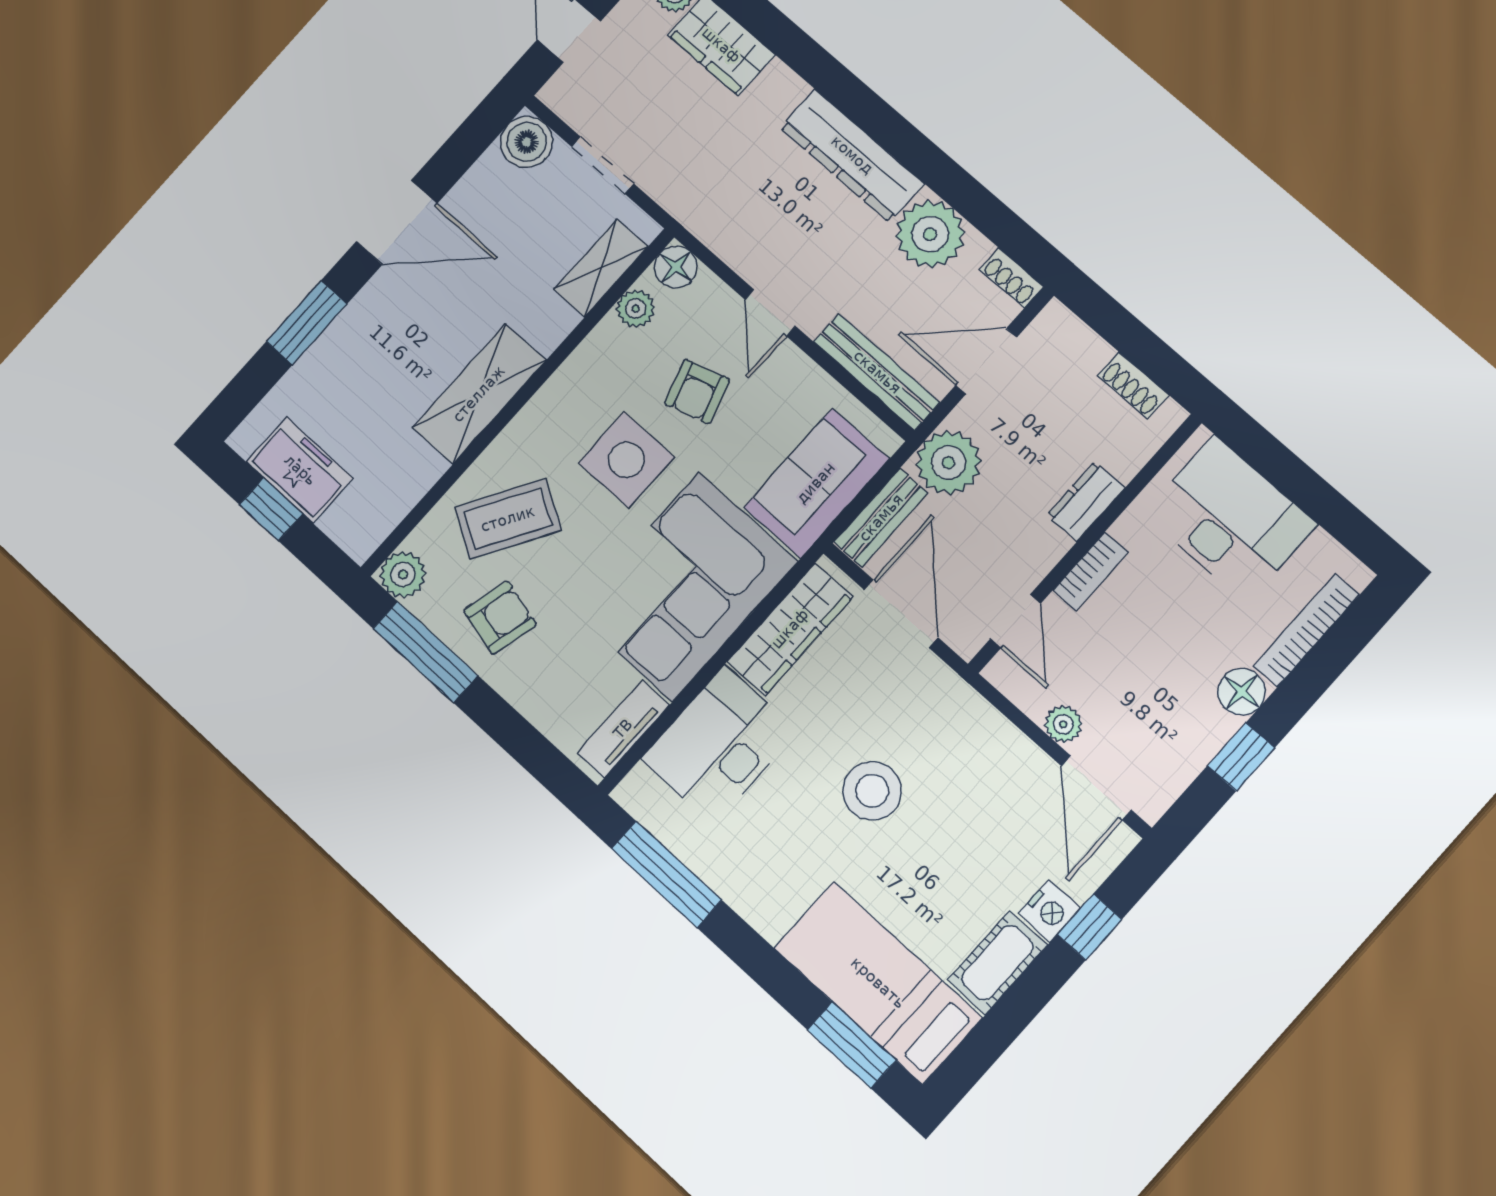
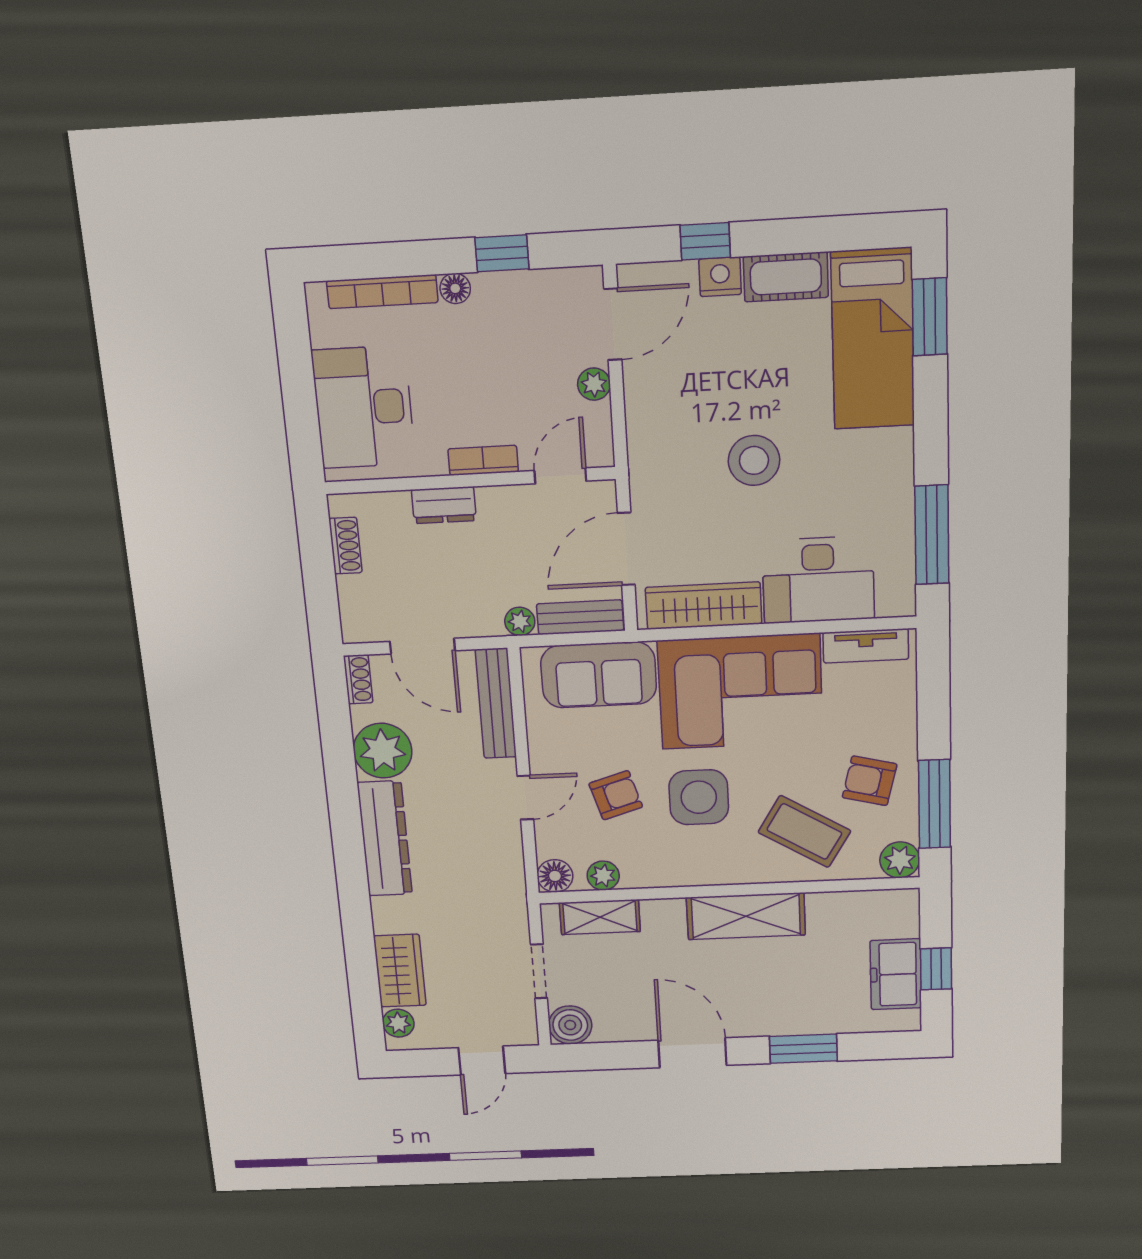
plant: (948, 463) -> (520, 621), width x0.53, depth x0.53
floor lamp: (1242, 692) -> (455, 288), width x0.73, depth x0.73

